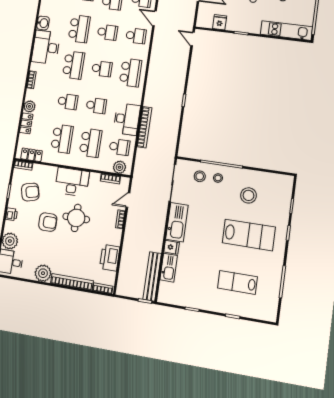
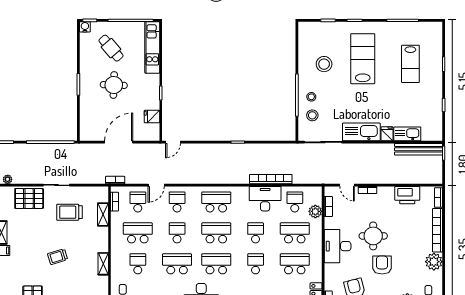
school desk: (102, 69) -> (216, 233), width x1.85
plant: (120, 167) -> (315, 211), moved

